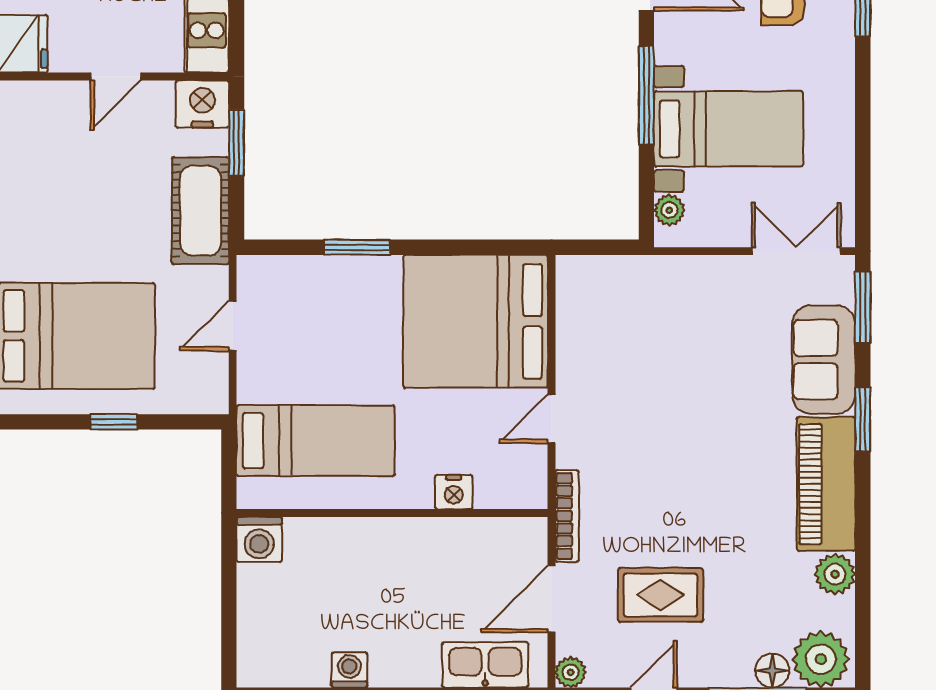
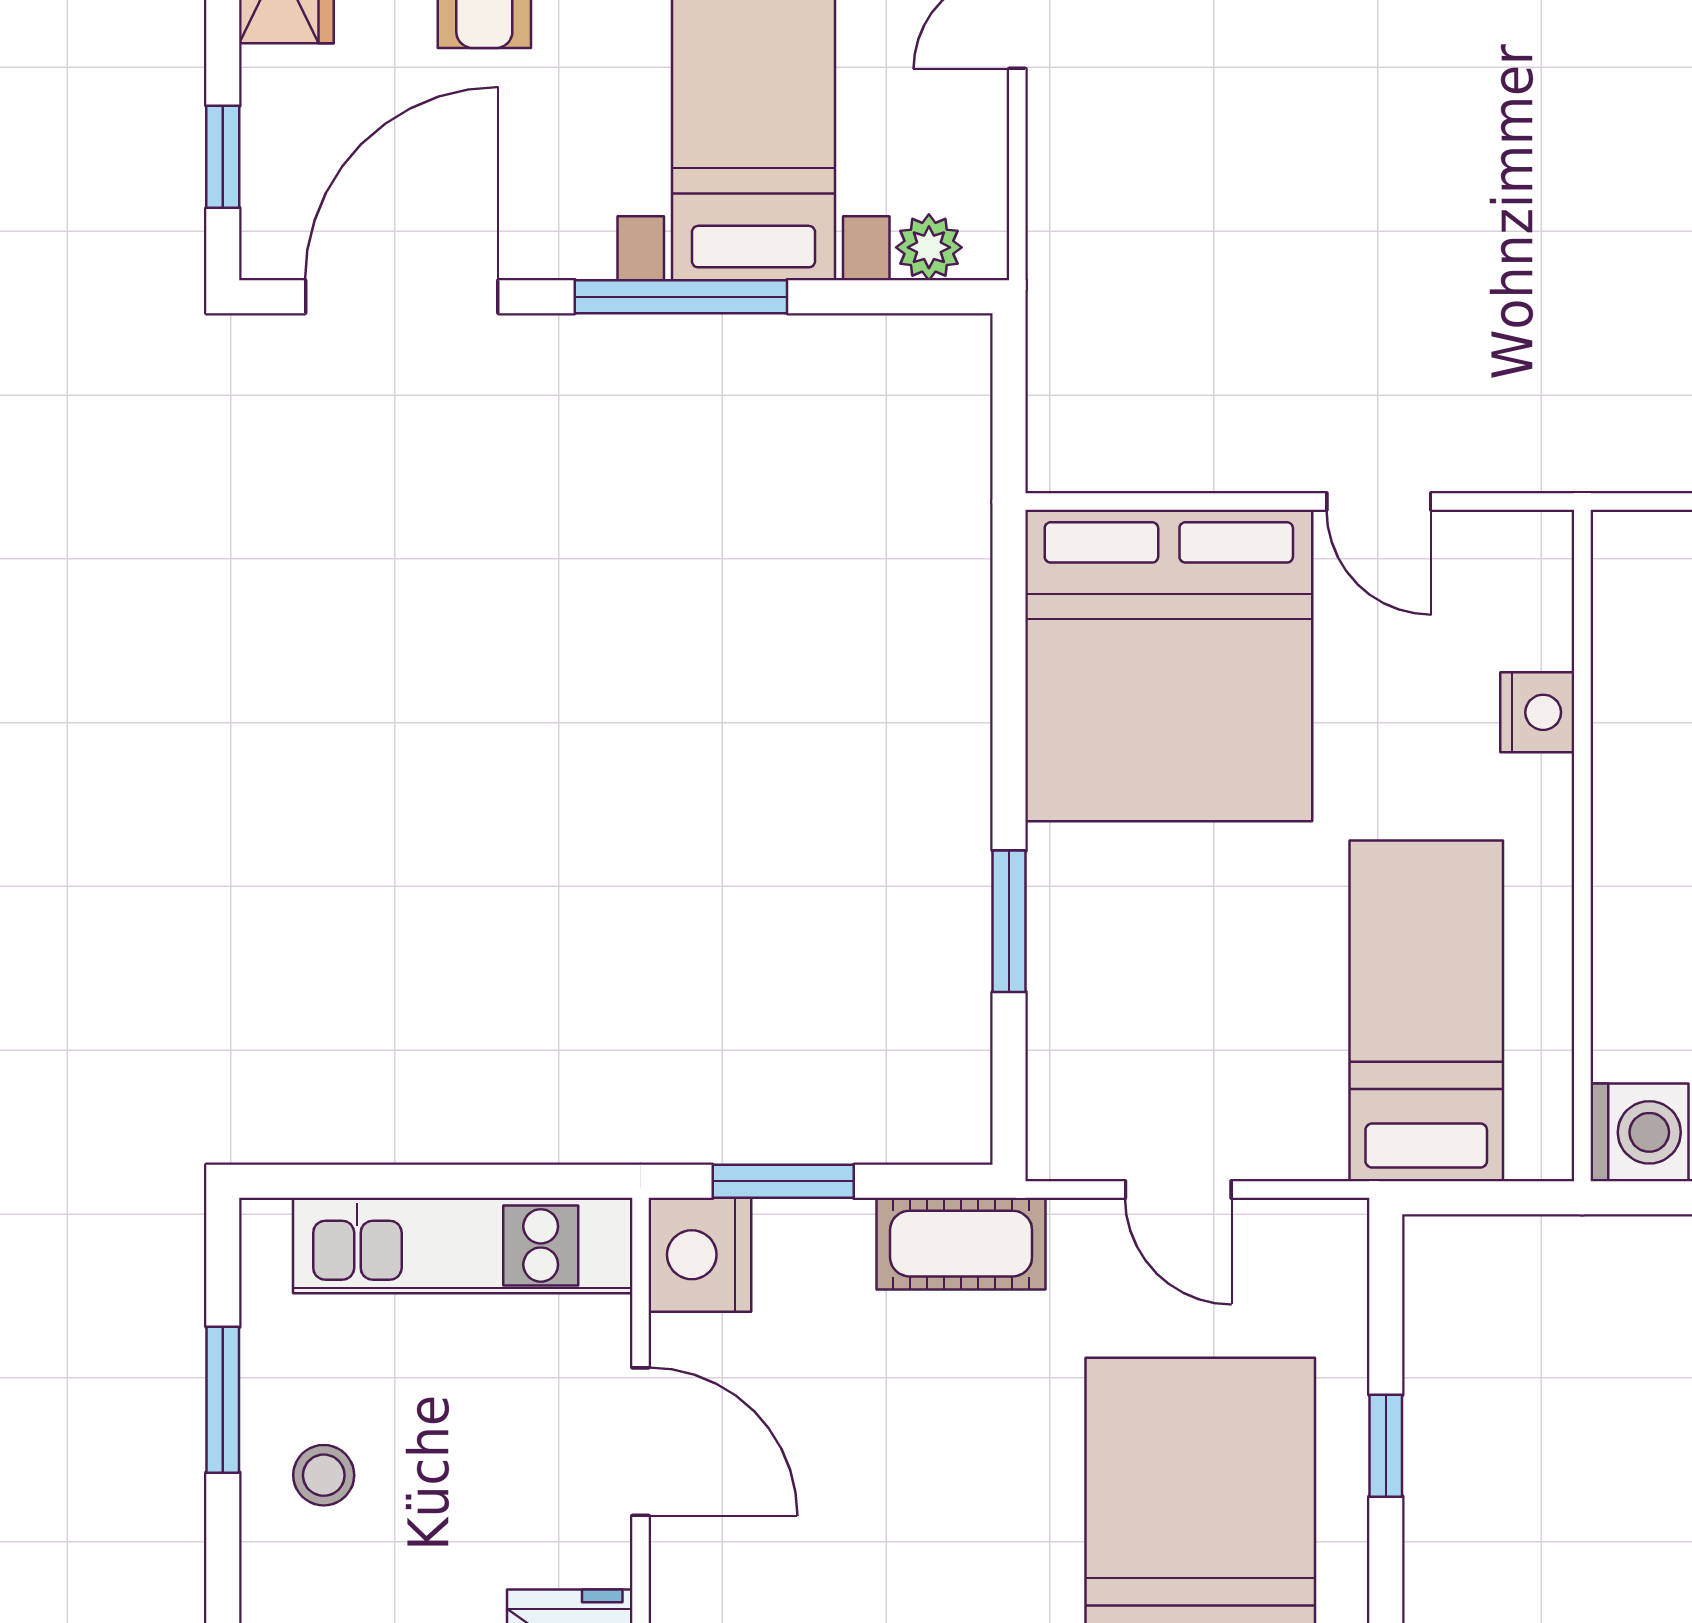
door: (116, 76) -> (640, 1442), width x1.38
cot: (200, 211) -> (961, 1244), width x0.73, depth x0.75
bookcase: (567, 516) -> (1589, 468), removed

